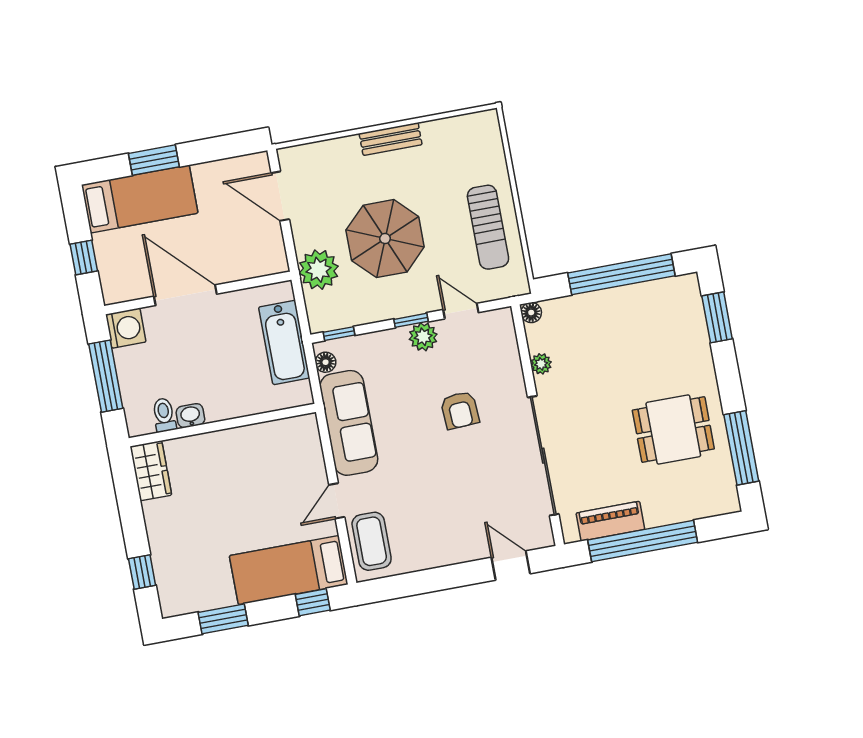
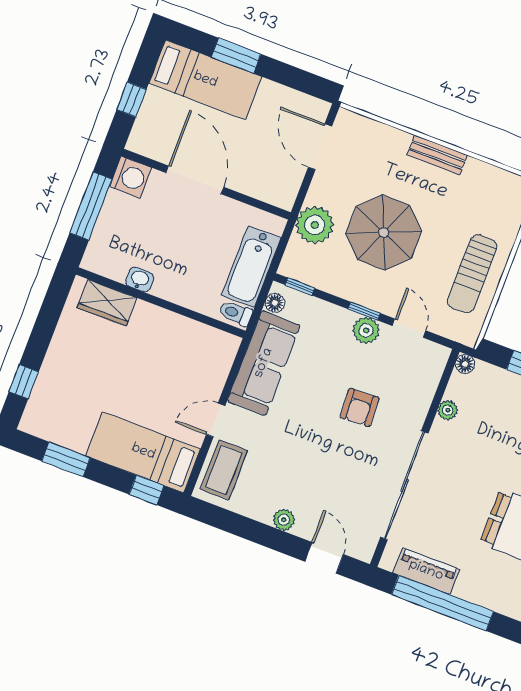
toilet: (164, 415) -> (236, 313), moved, turned -90
wardrobe: (151, 471) -> (107, 303), moved, turned 90
plant: (453, 553) -> (284, 520), added

